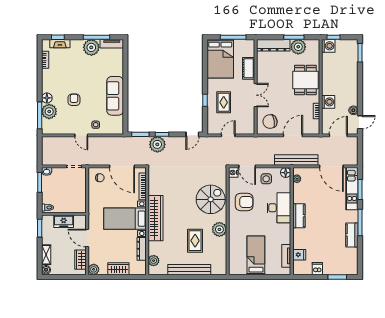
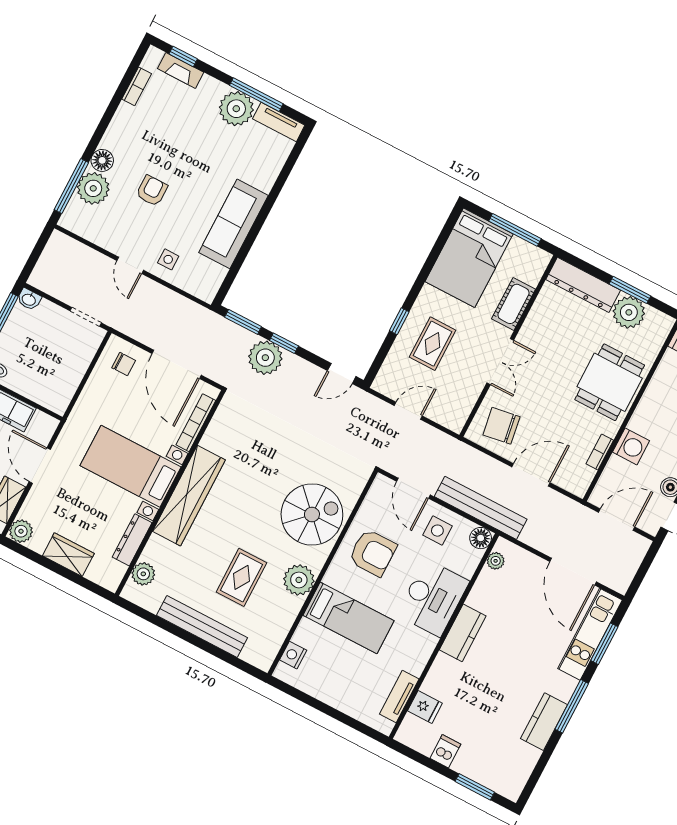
bench: (296, 160) -> (481, 508), moved
nightstand: (233, 172) -> (293, 655), moved
bed: (256, 255) -> (349, 618), moved, turned 90

